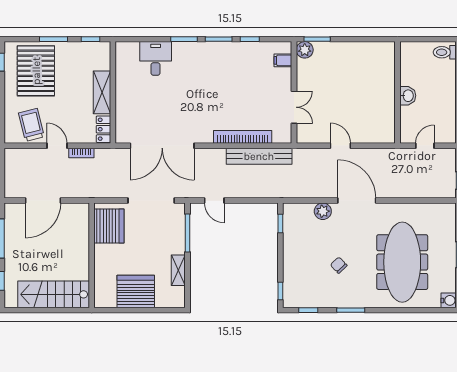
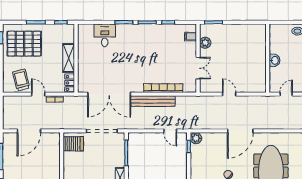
plant: (305, 50) -> (205, 43), moved
pallet: (36, 71) -> (24, 44), turned 90
bench: (259, 156) -> (153, 101), moved
door: (214, 201) -> (170, 131), moved
door: (357, 201) -> (240, 131), swing flipped
plant: (323, 211) -> (196, 138), moved
server rack: (109, 226) -> (73, 144), width x0.63

